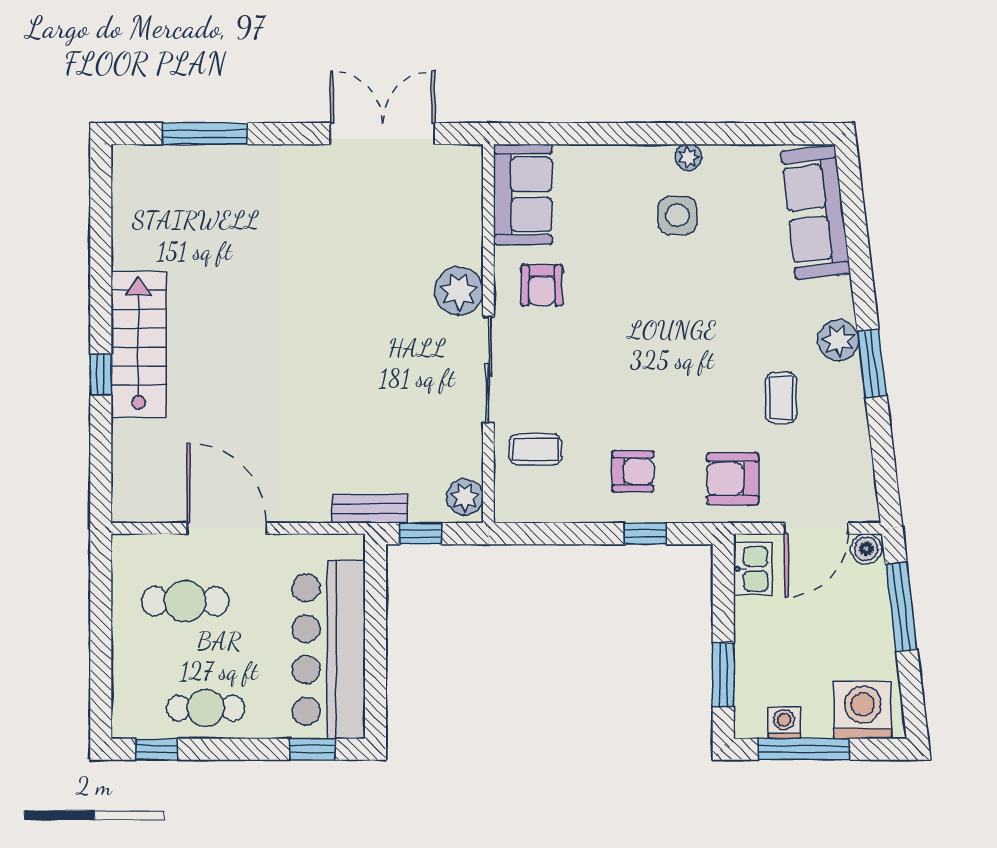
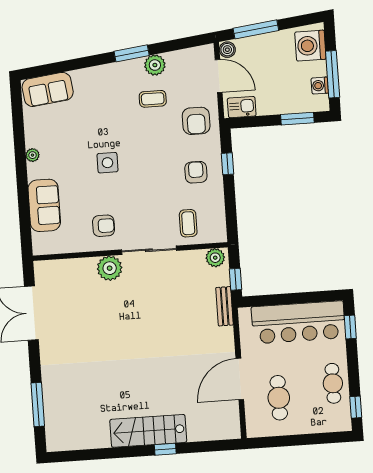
sofa: (523, 194) -> (44, 205), moved, turned 90
sofa: (815, 213) -> (48, 89), width x0.73
side table: (678, 215) -> (107, 163), moved
plant: (838, 340) -> (155, 65), moved

